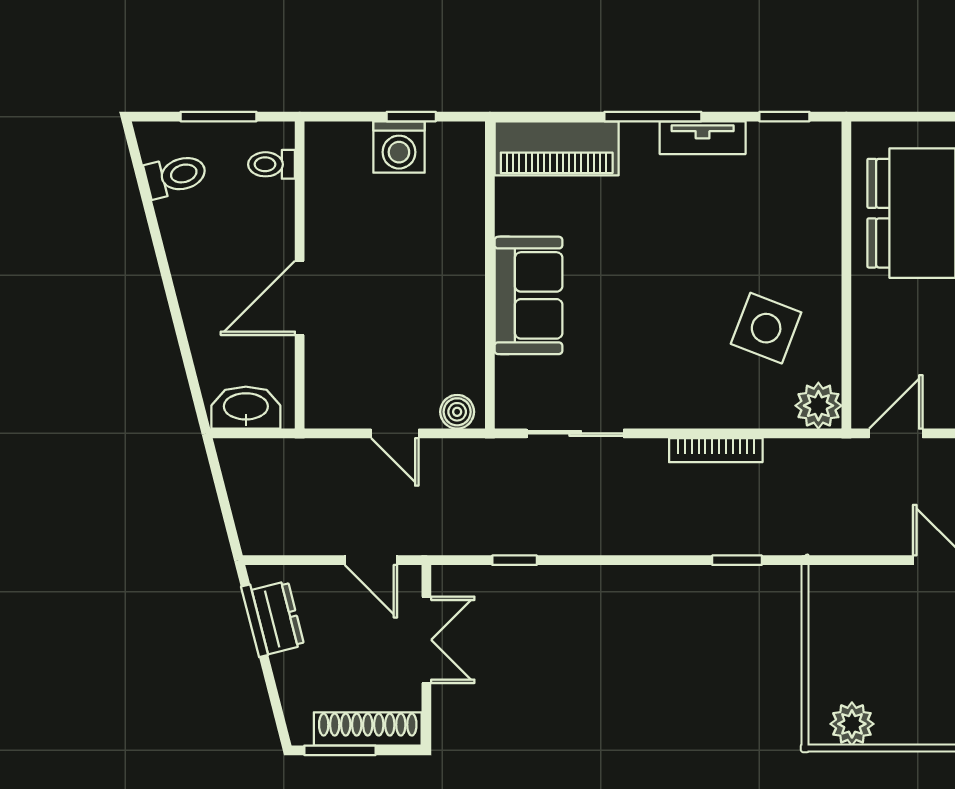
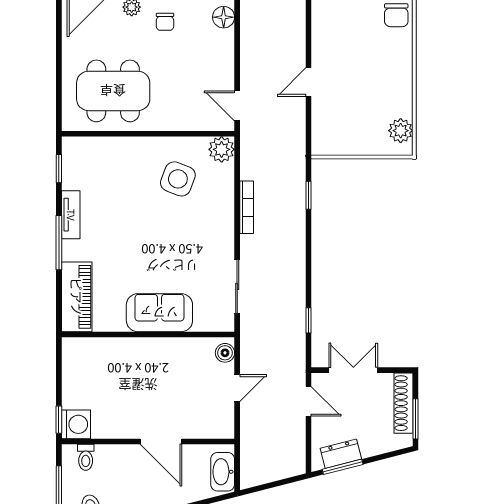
window: (411, 117) -> (59, 420), moved
washing machine: (399, 147) -> (76, 424), moved
door: (371, 560) -> (309, 401), hinge flipped

